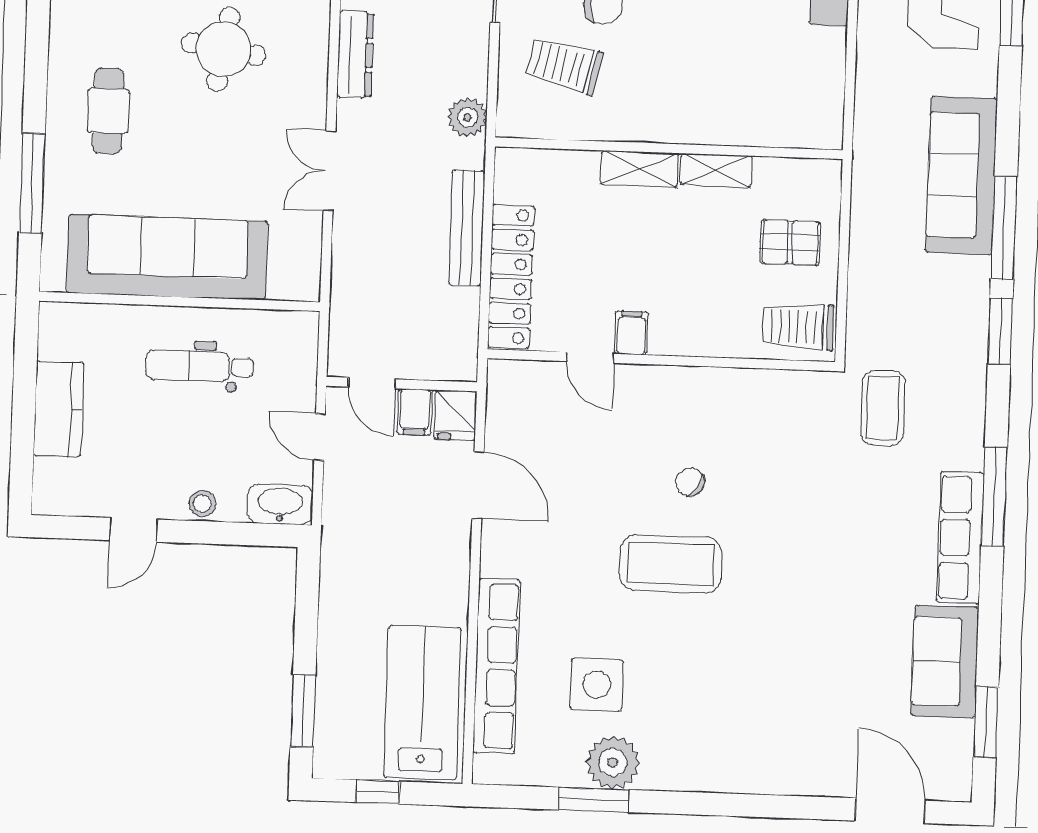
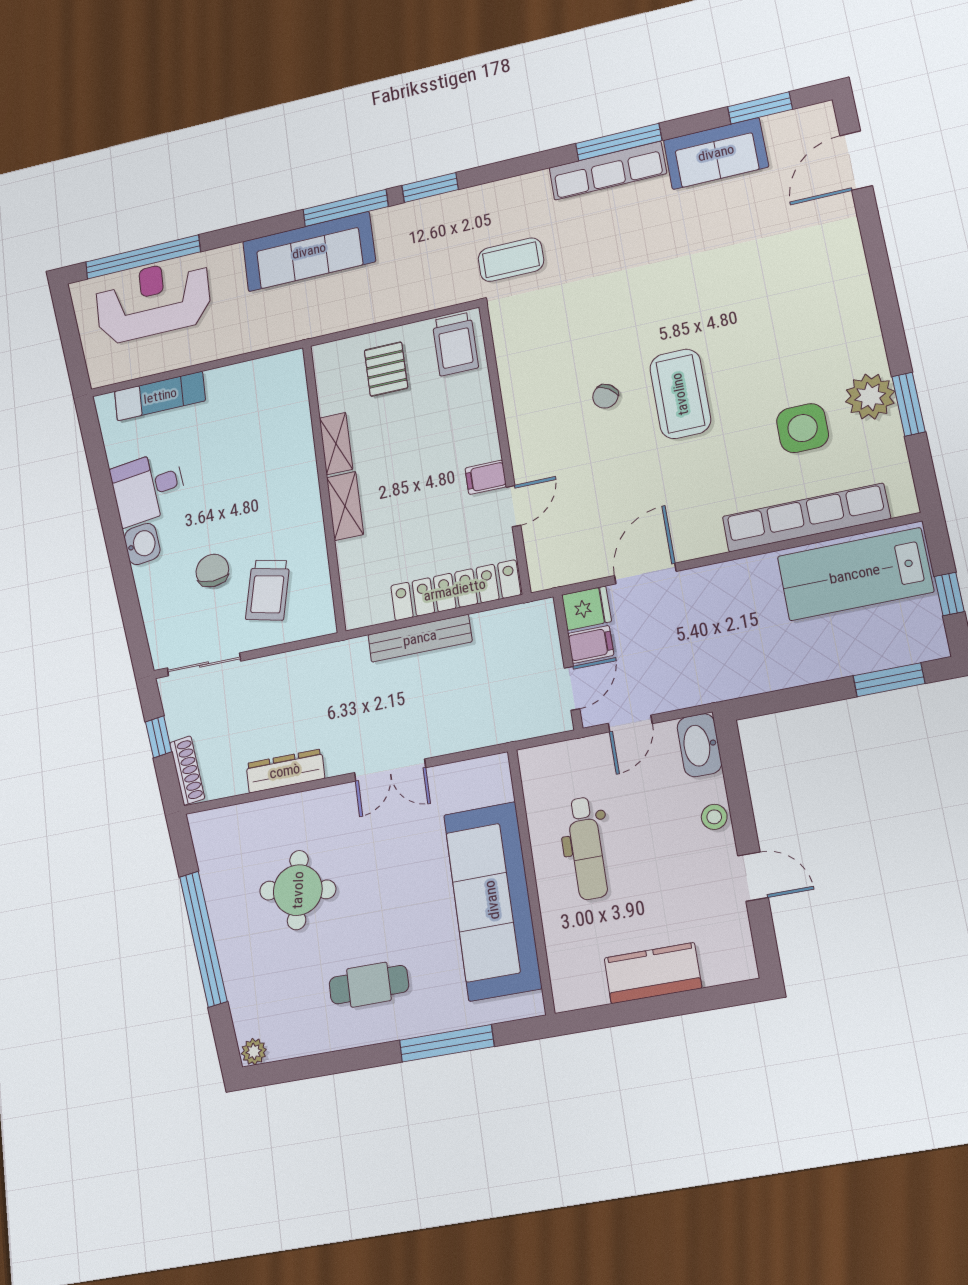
plant: (468, 117) -> (324, 661), removed
window: (994, 497) -> (619, 142), moved

